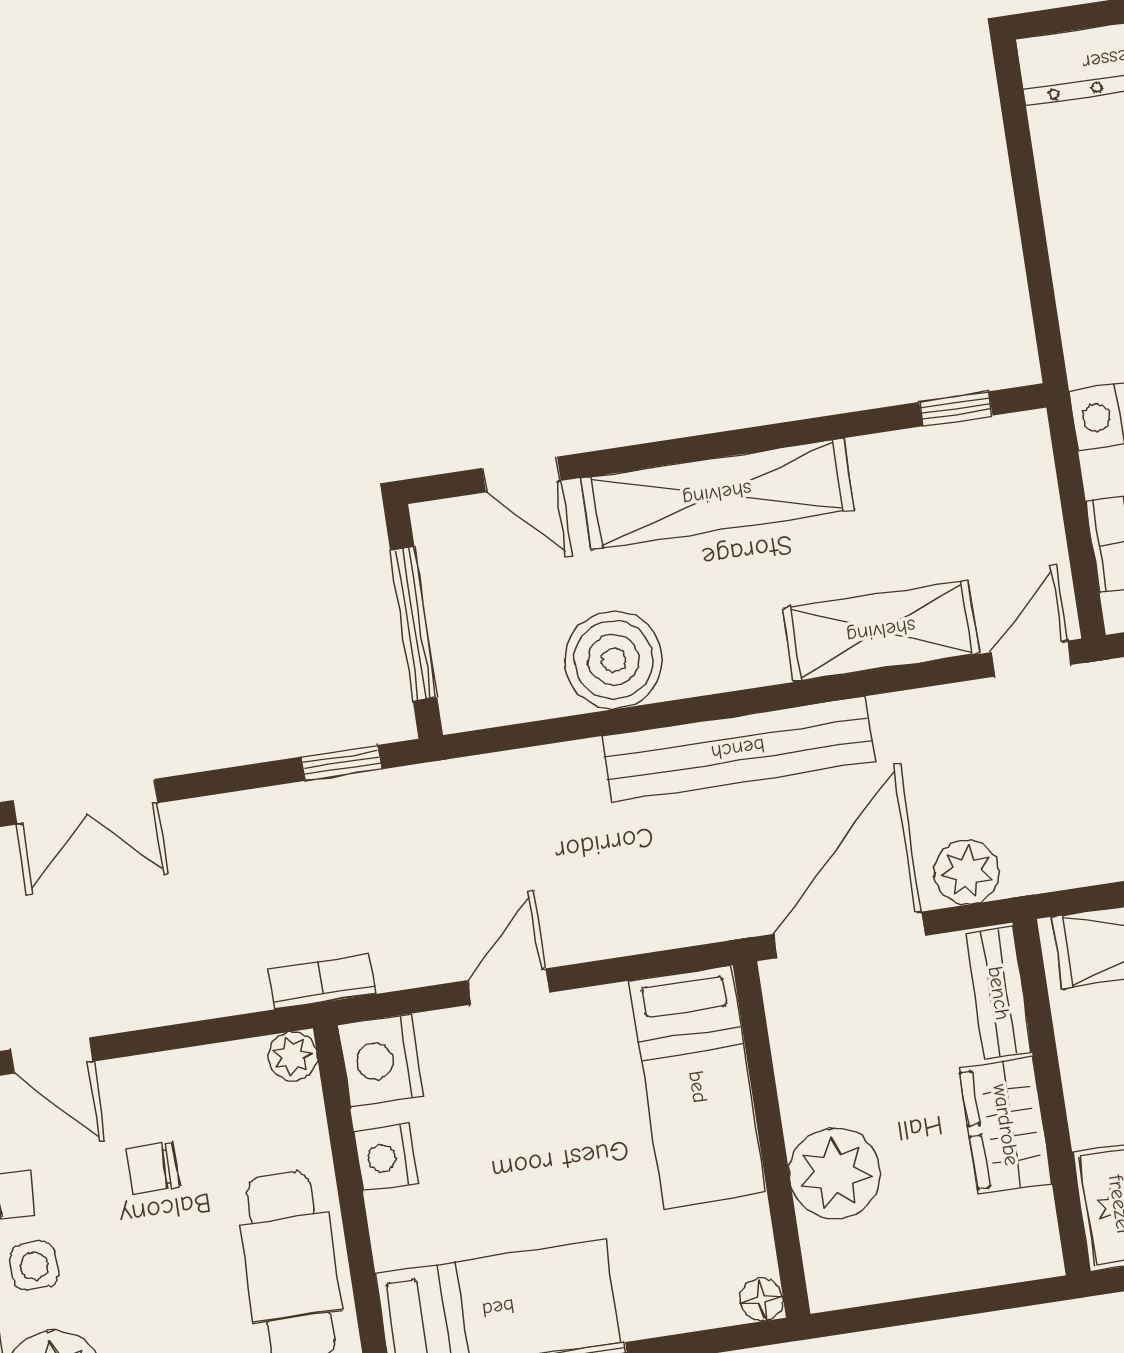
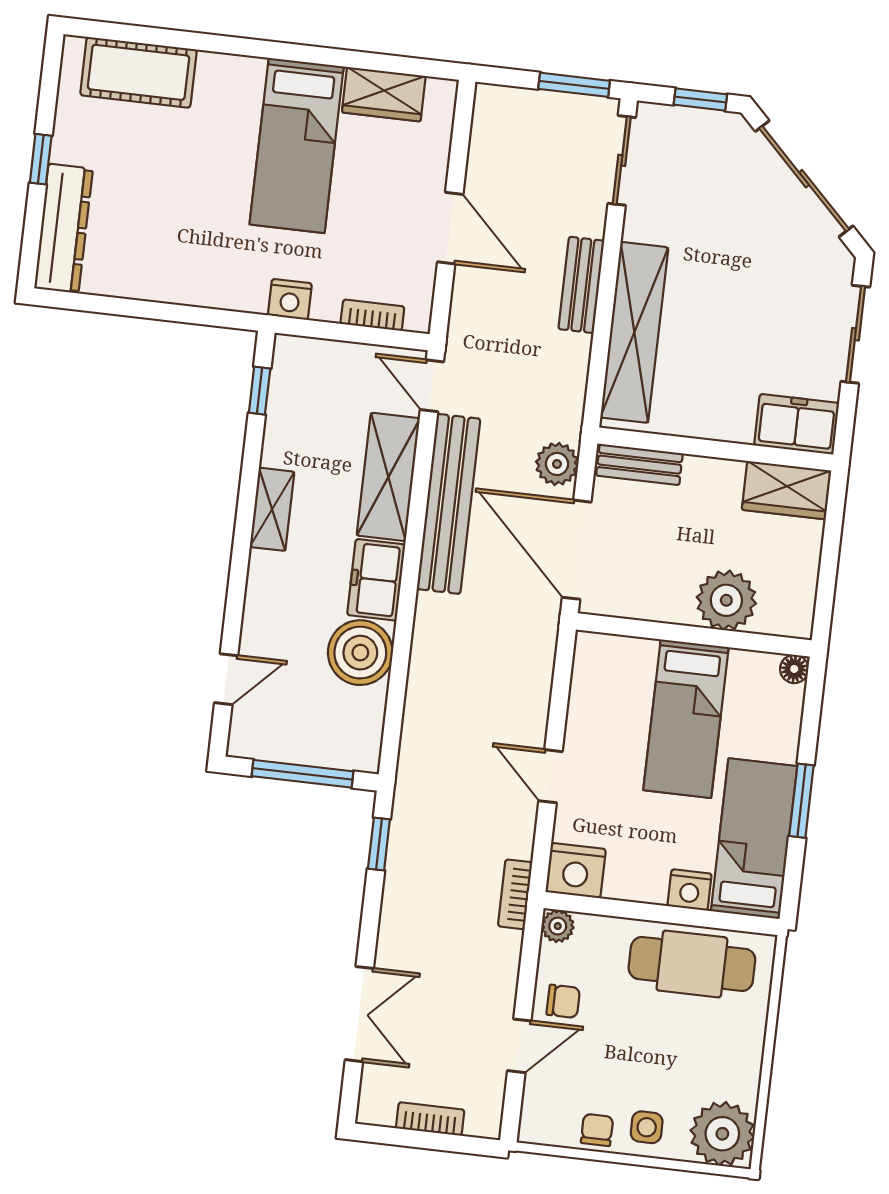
shelving: (717, 494) -> (272, 509), width x0.45, depth x0.75
freezer: (726, 654) -> (376, 580), added
bench: (738, 749) -> (449, 504), moved
door: (52, 1056) -> (519, 1046), moved
bed: (698, 1087) -> (686, 719), moved, turned 90
wardrobe: (1006, 1125) -> (787, 490), moved
nightstand: (386, 1157) -> (690, 890), moved
chair: (153, 1168) -> (563, 1001), moved, turned -90

